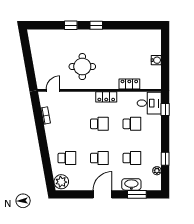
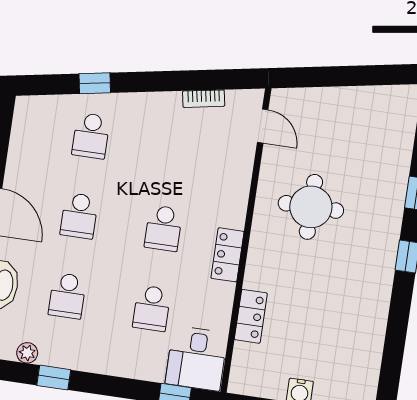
window: (46, 160) -> (95, 83), added
plant: (61, 182) -> (35, 113), removed

